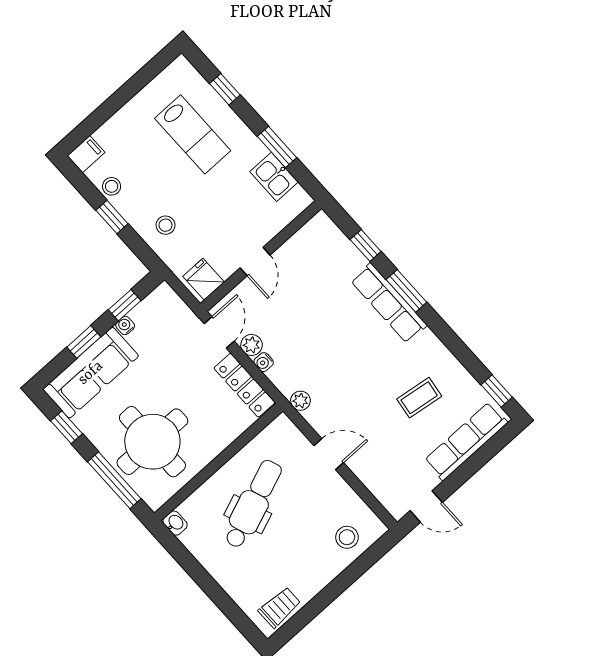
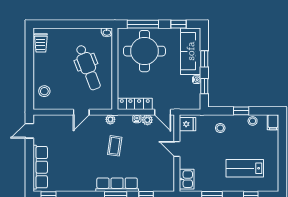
kitchen sink: (274, 177) -> (187, 179), moved, turned 90
coffee table: (419, 398) -> (115, 146), moved

